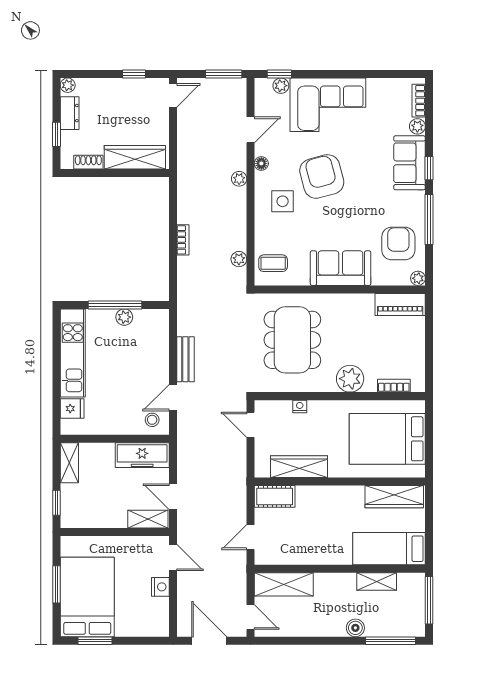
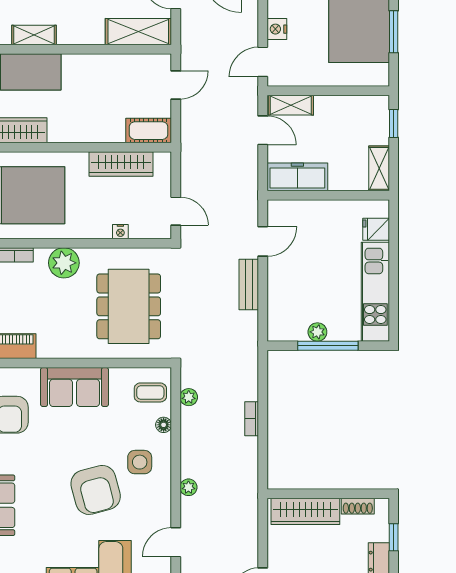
floor lamp: (261, 163) -> (164, 425), moved
stool: (152, 420) -> (286, 217), removed
door: (173, 558) -> (263, 62), hinge flipped

